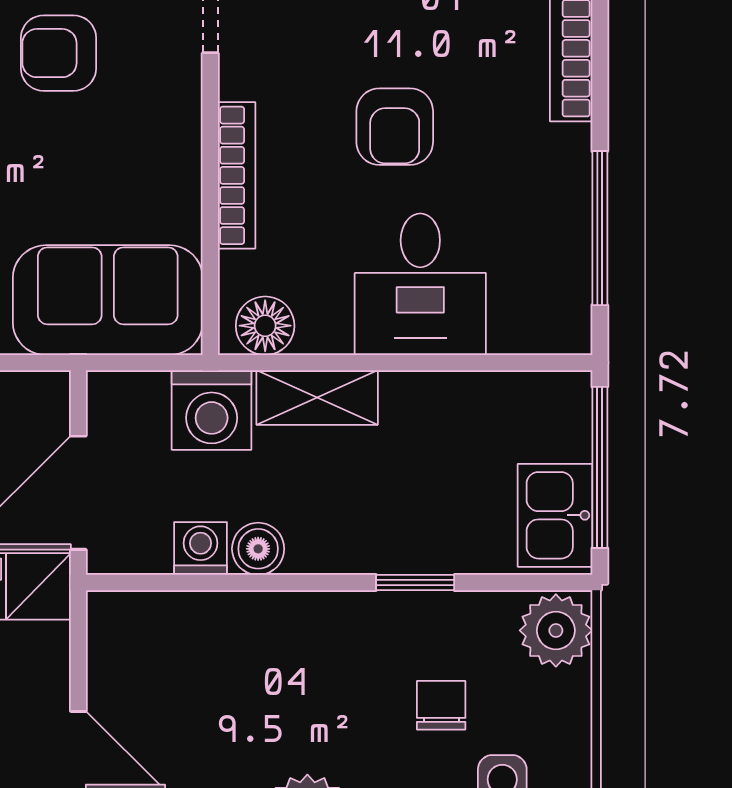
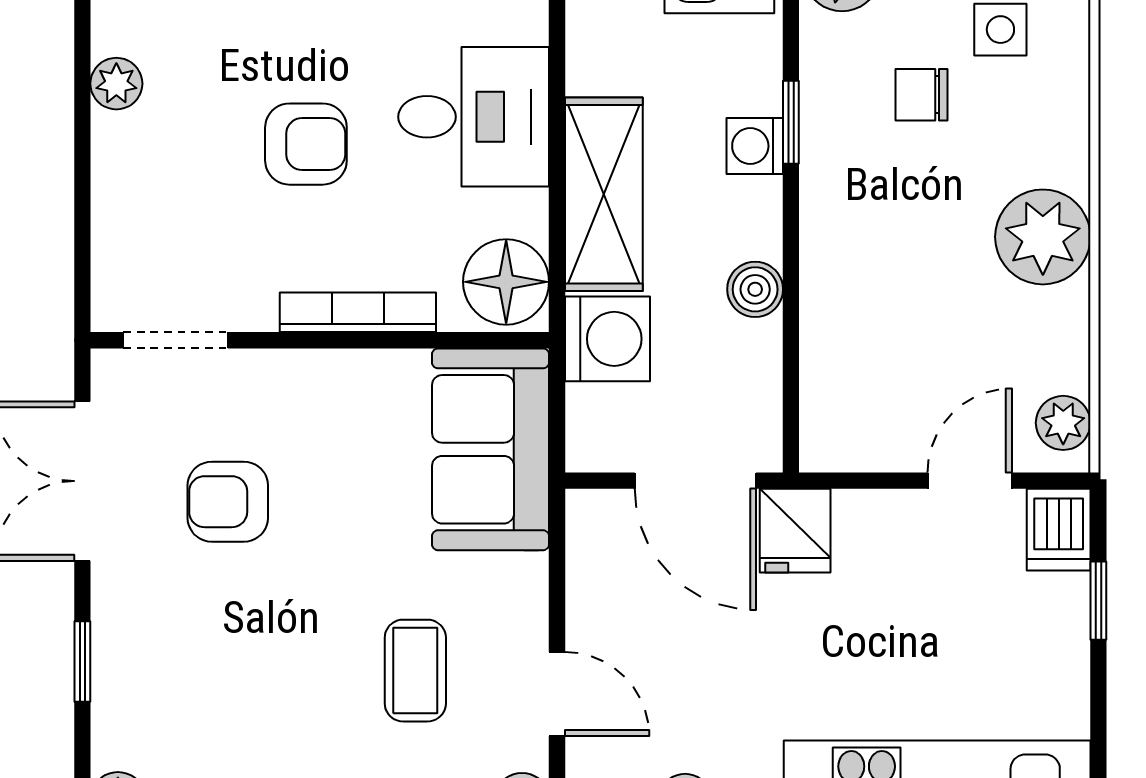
armchair: (58, 53) -> (228, 502), turned 90
floor lamp: (265, 326) -> (506, 282), width x1.38, depth x1.38
shelving: (317, 397) -> (604, 194), width x1.50, depth x1.33
washing machine: (201, 549) -> (755, 146), moved

